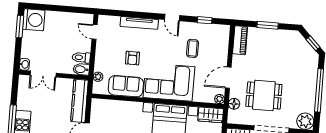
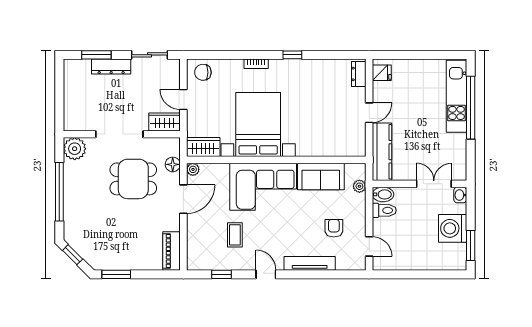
washing machine: (34, 20) -> (453, 228), moved
window: (268, 25) -> (116, 274), moved
armchair: (132, 58) -> (334, 228), moved

